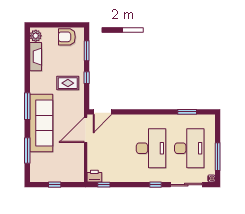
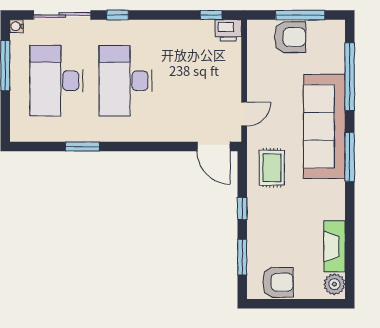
rug: (68, 83) -> (272, 168), moved, turned 90
door: (102, 112) -> (214, 146), swing flipped
window: (187, 112) -> (82, 146), moved
door: (86, 130) -> (244, 114), width x0.53
window: (27, 150) -> (350, 77), width x1.46
armchair: (60, 172) -> (290, 37), added
window: (55, 185) -> (300, 15), width x2.17

